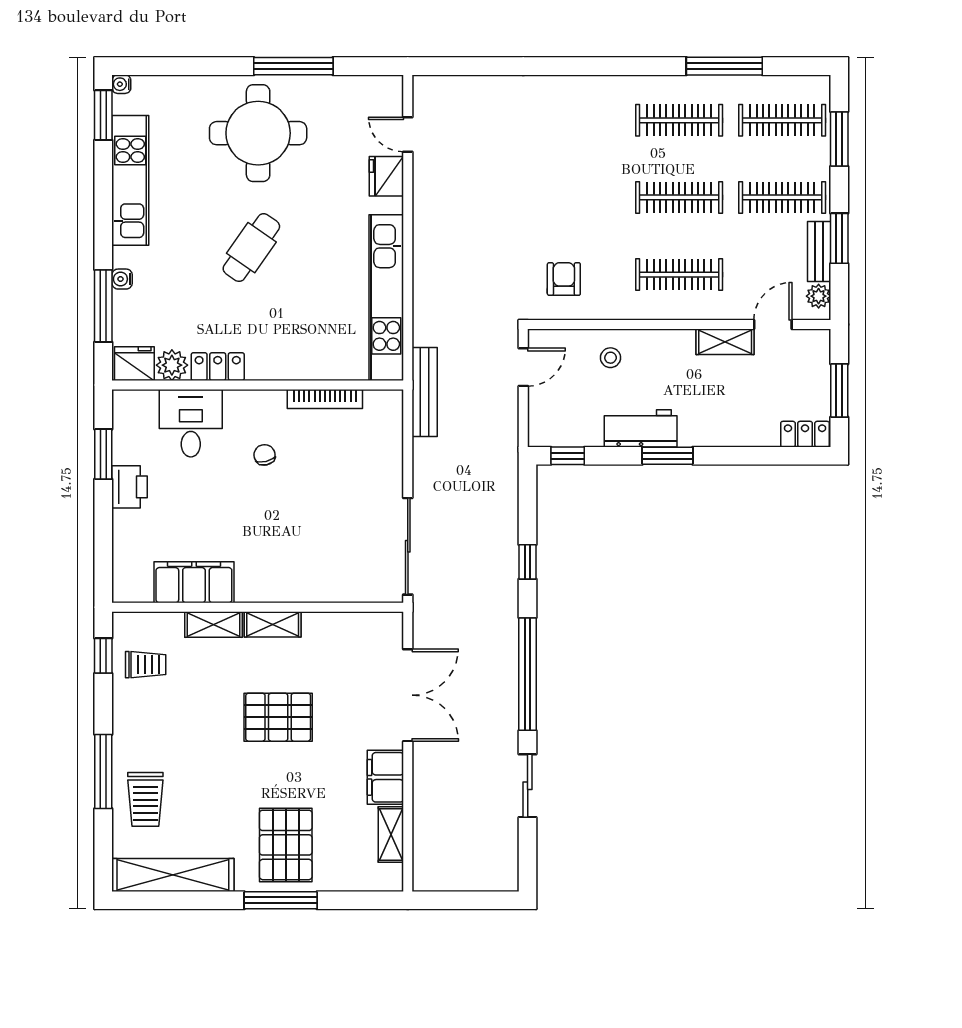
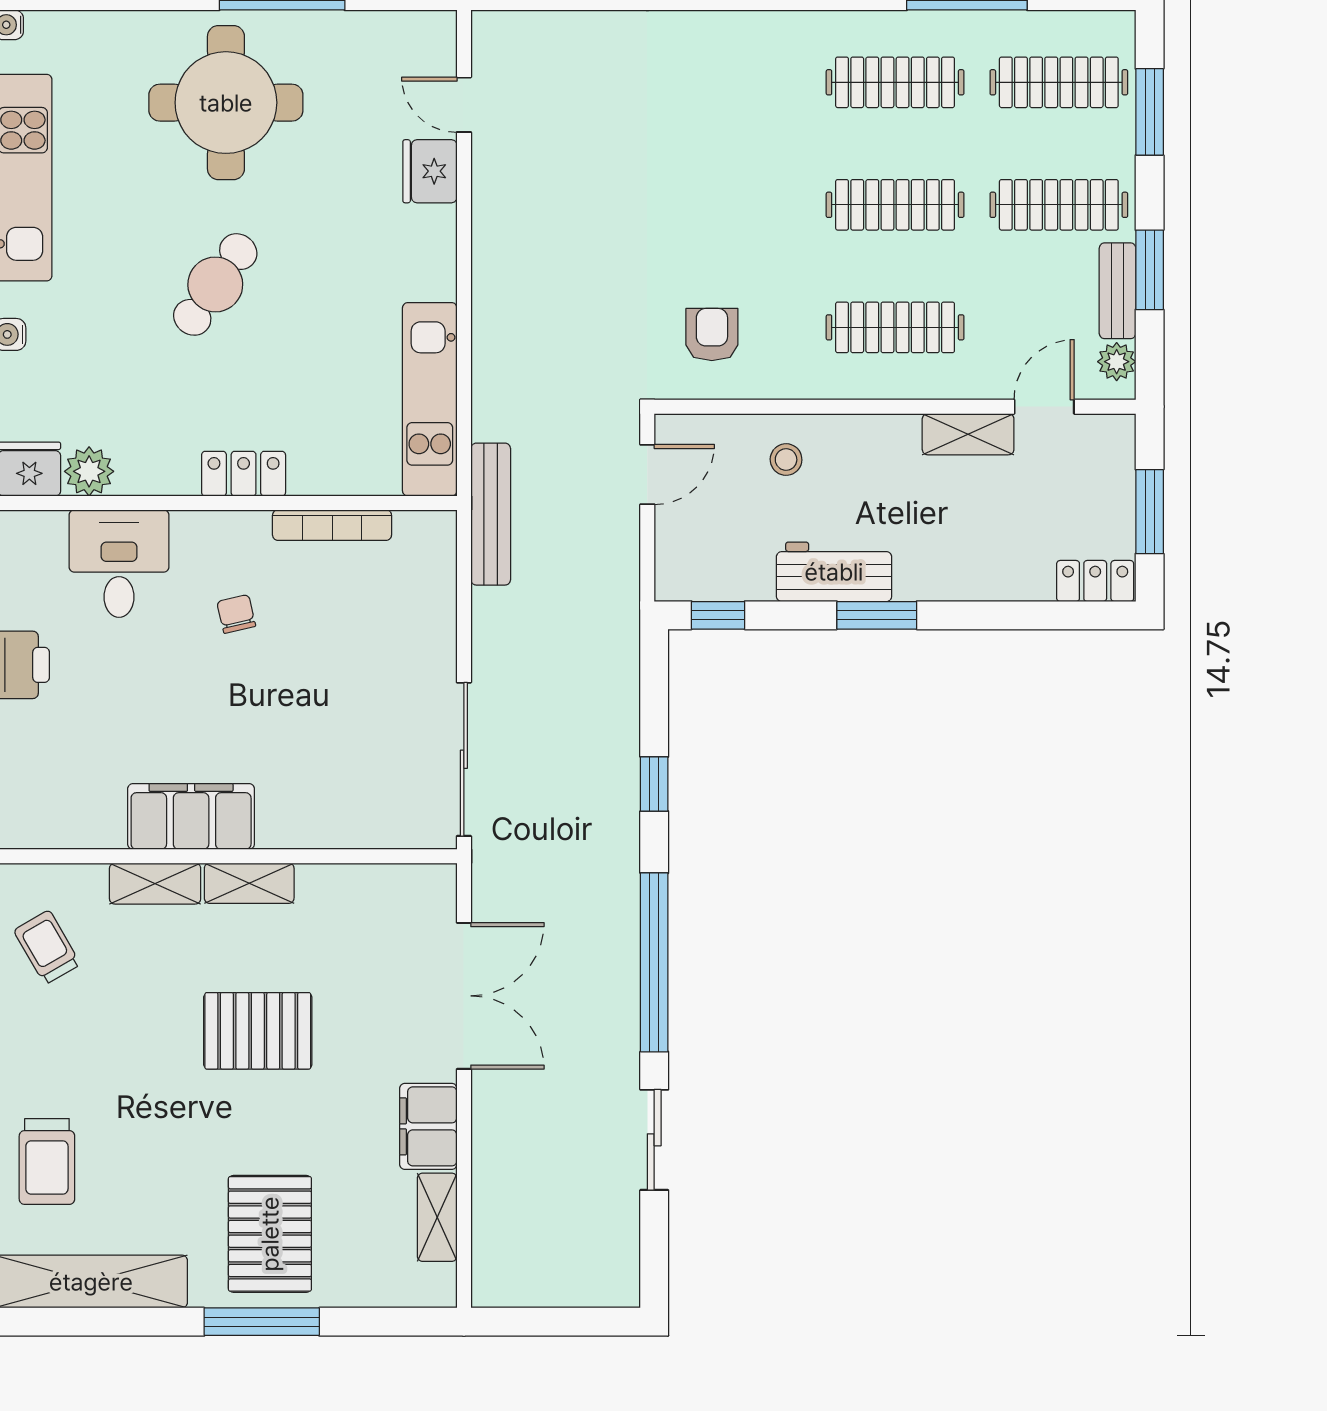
kitchen unit: (386, 298) -> (430, 399), width x0.73
locker: (218, 367) -> (244, 474), moved
filing cabinet: (194, 582) -> (191, 816), moved
trolley: (146, 665) -> (47, 947), turned -120

